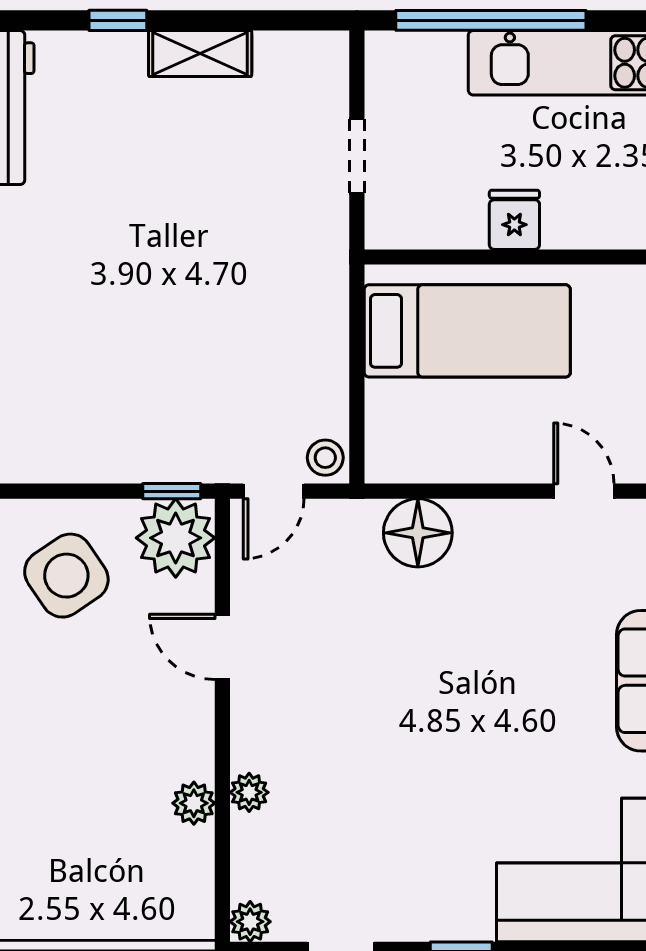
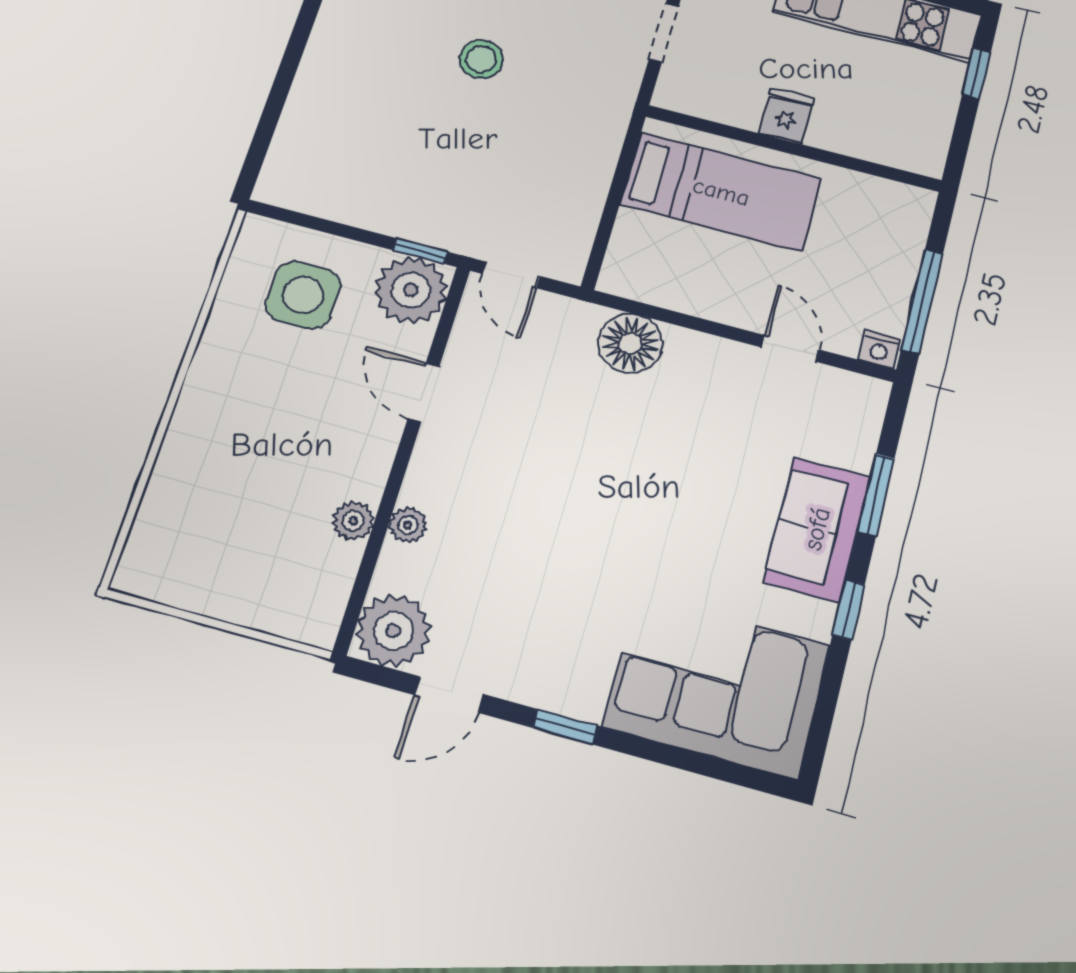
stool: (325, 458) -> (481, 59), moved, width x1.37, depth x1.37
door: (274, 491) -> (511, 275), hinge flipped
side table: (66, 576) -> (303, 295), turned 34
plant: (250, 922) -> (393, 631), width x1.87, depth x1.87

